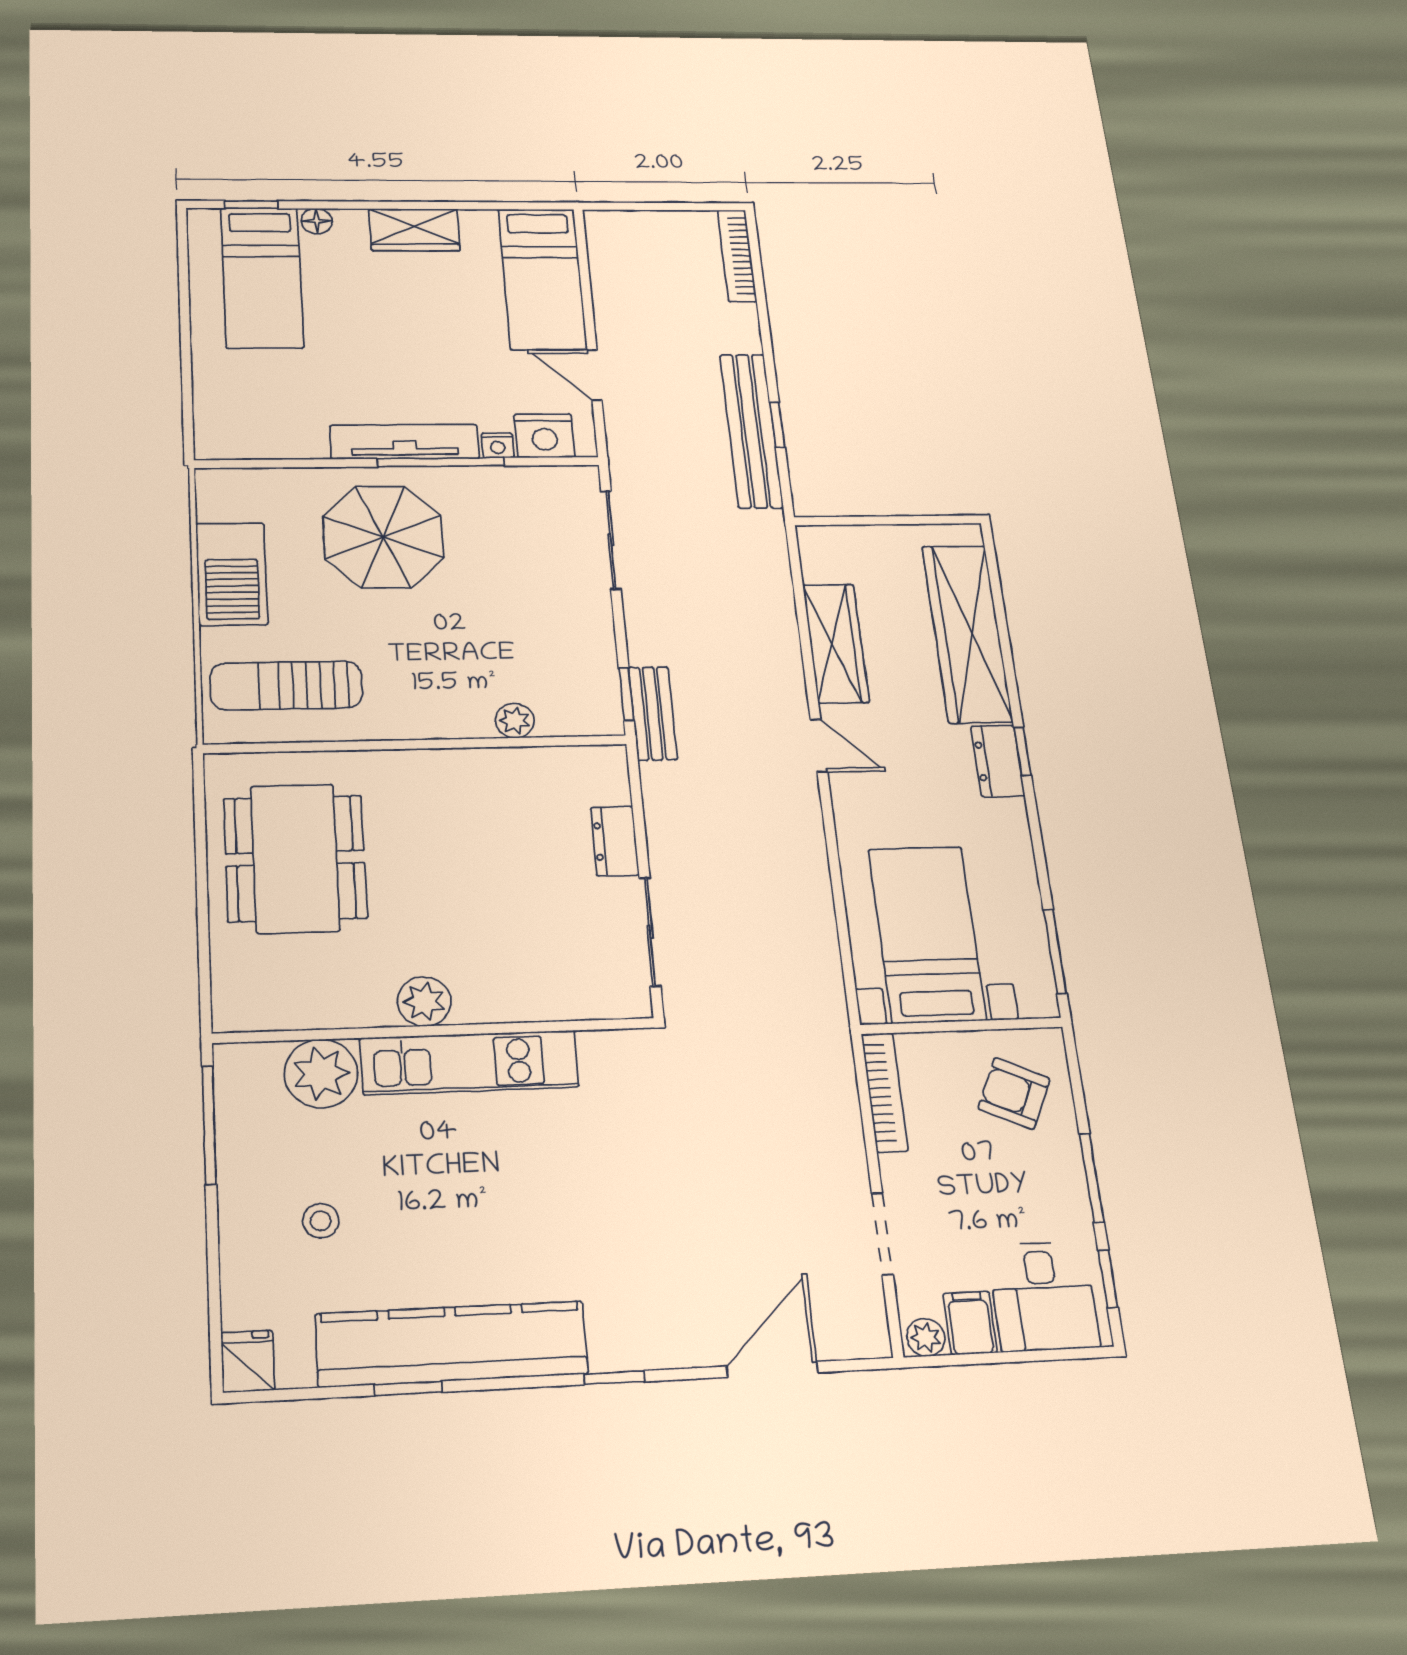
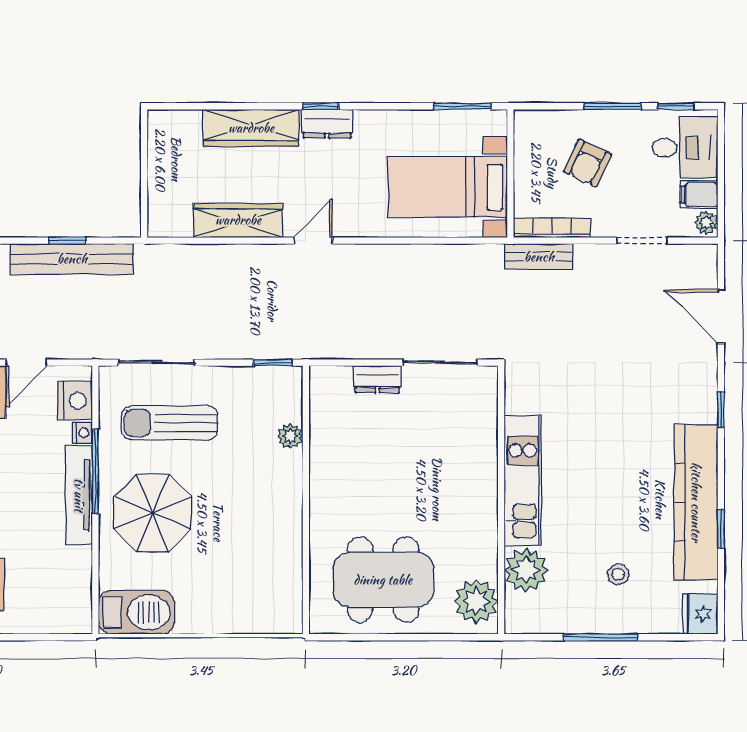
barbecue: (232, 574) -> (136, 612), moved
wardrobe: (967, 633) -> (251, 128), width x0.71, depth x0.85
sun lounger: (286, 685) -> (170, 423), moved, turned 90
bench: (653, 713) -> (539, 257), moved
plant: (424, 1001) -> (476, 601), moved, width x1.36, depth x1.36
armchair: (1014, 1094) -> (588, 163), moved
window: (209, 1125) -> (600, 637), moved
fridge: (248, 1361) -> (700, 614), width x1.38

